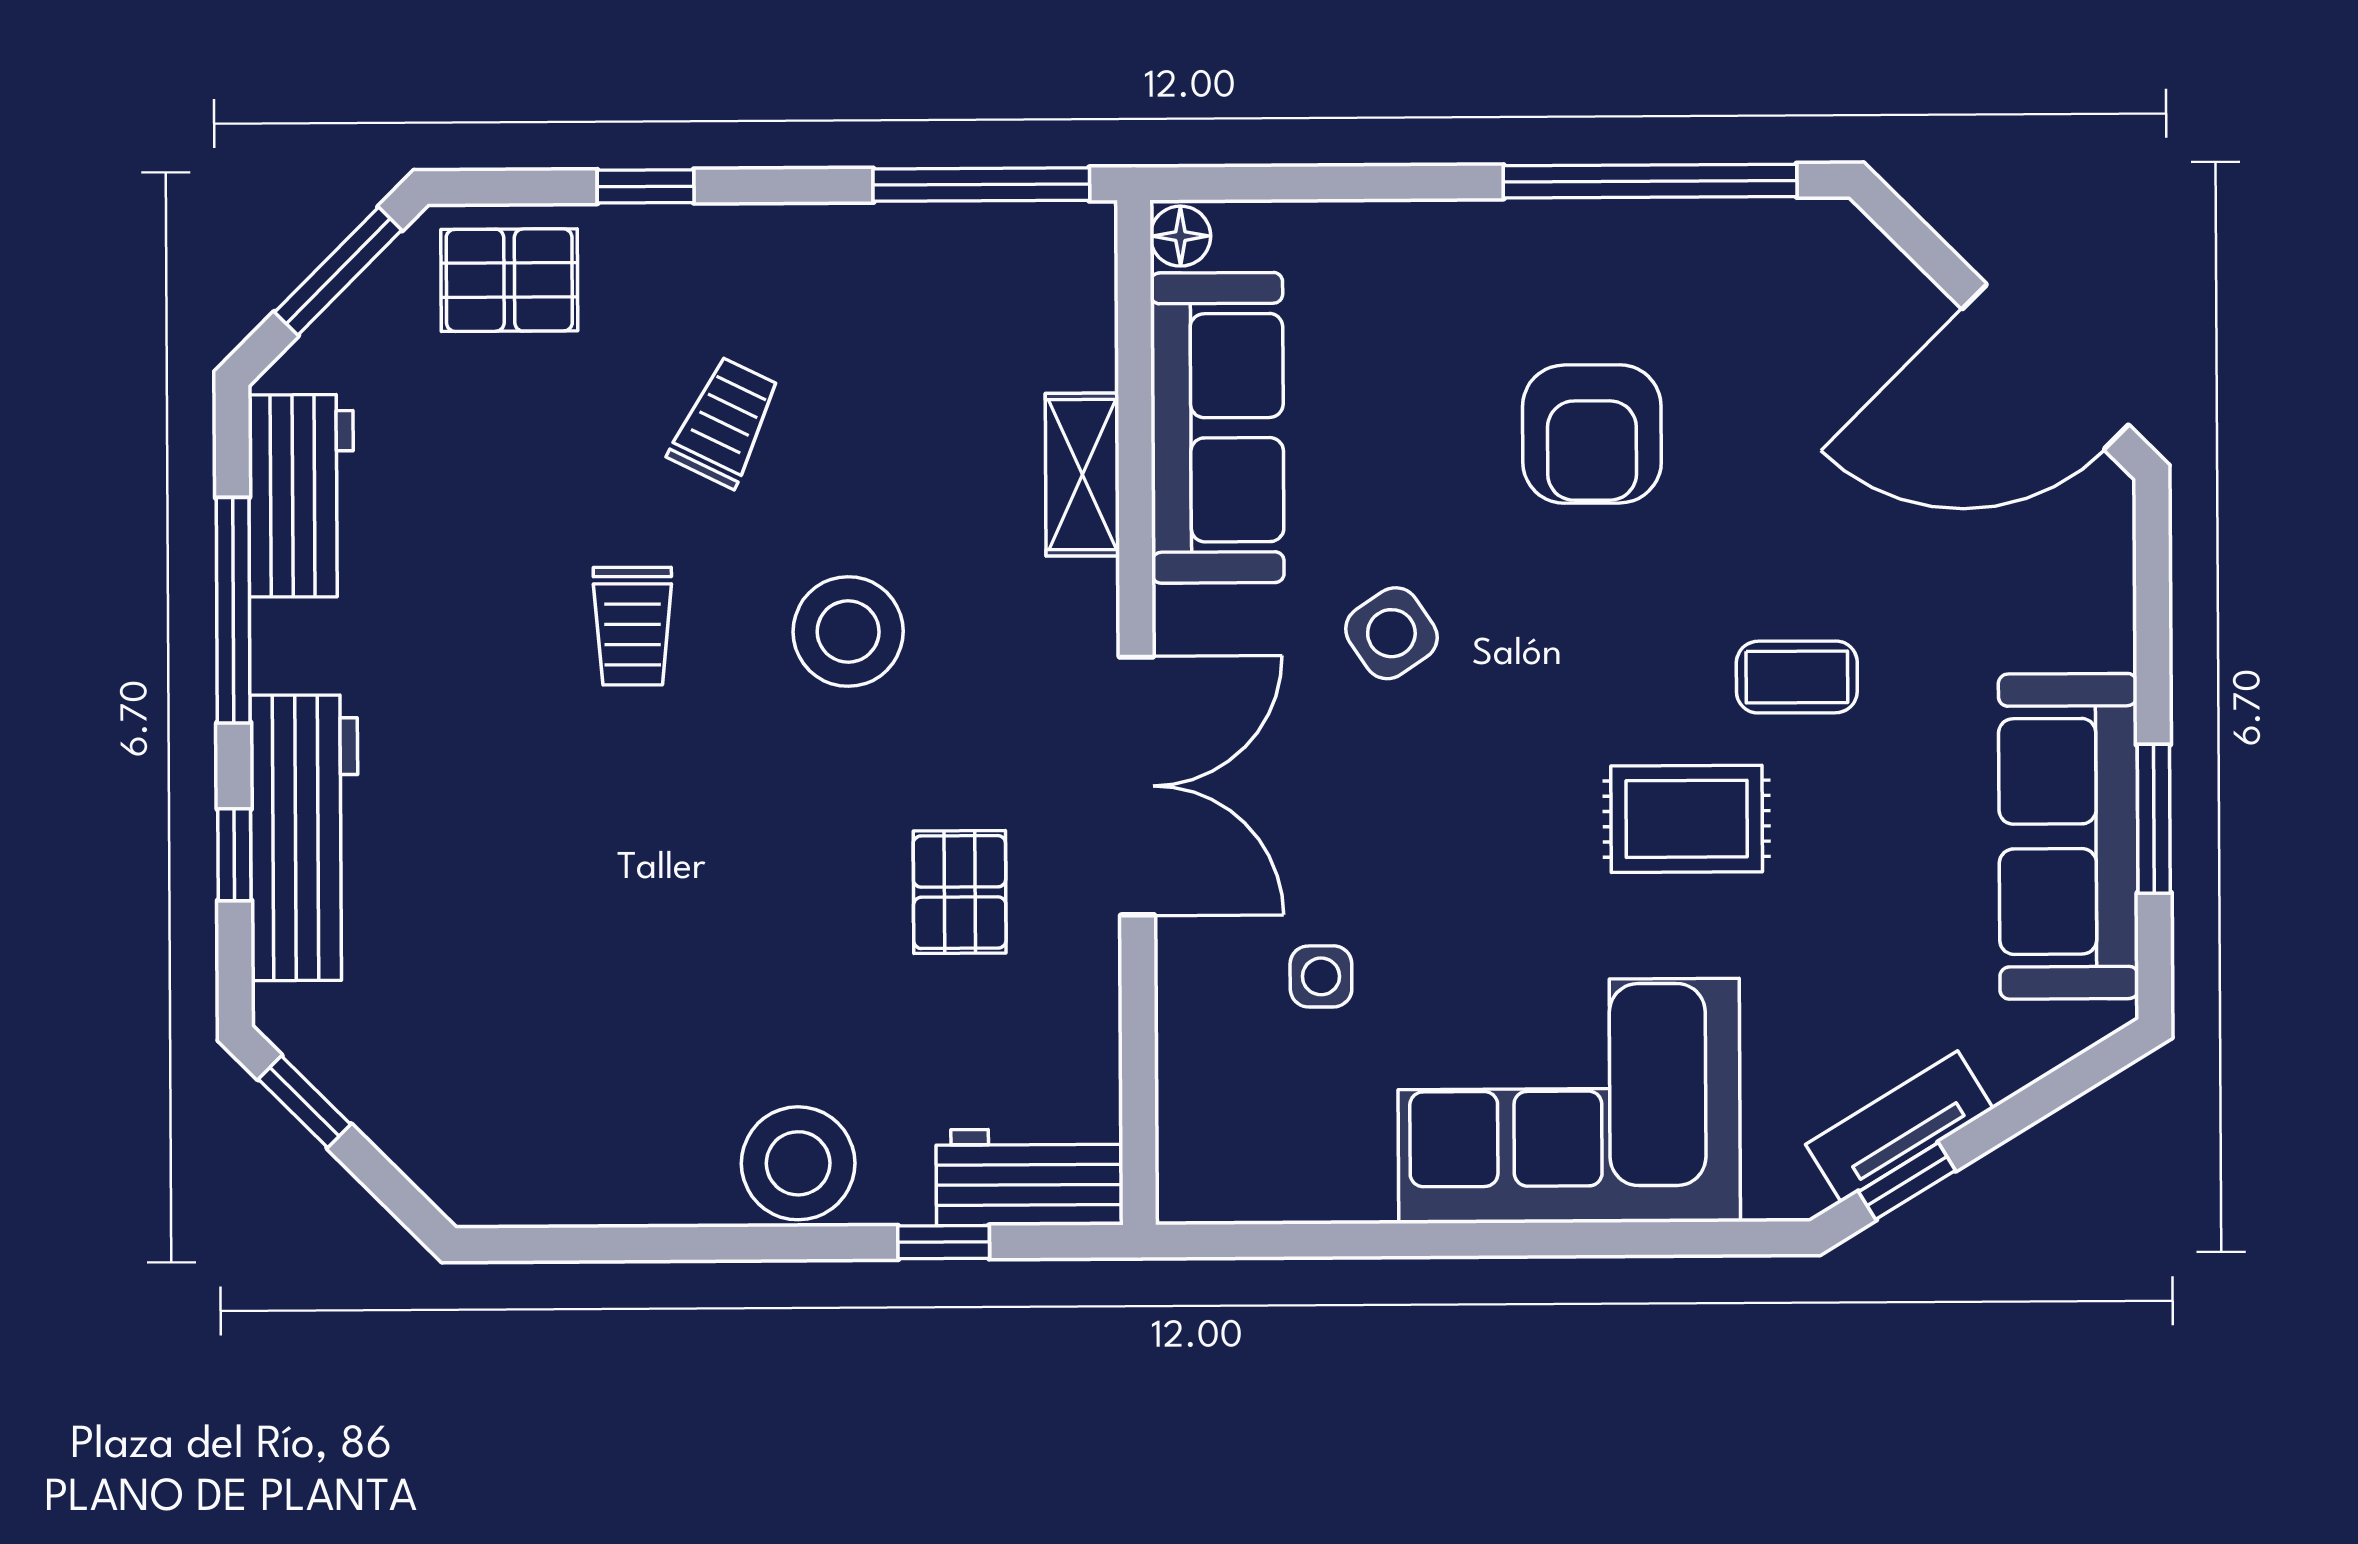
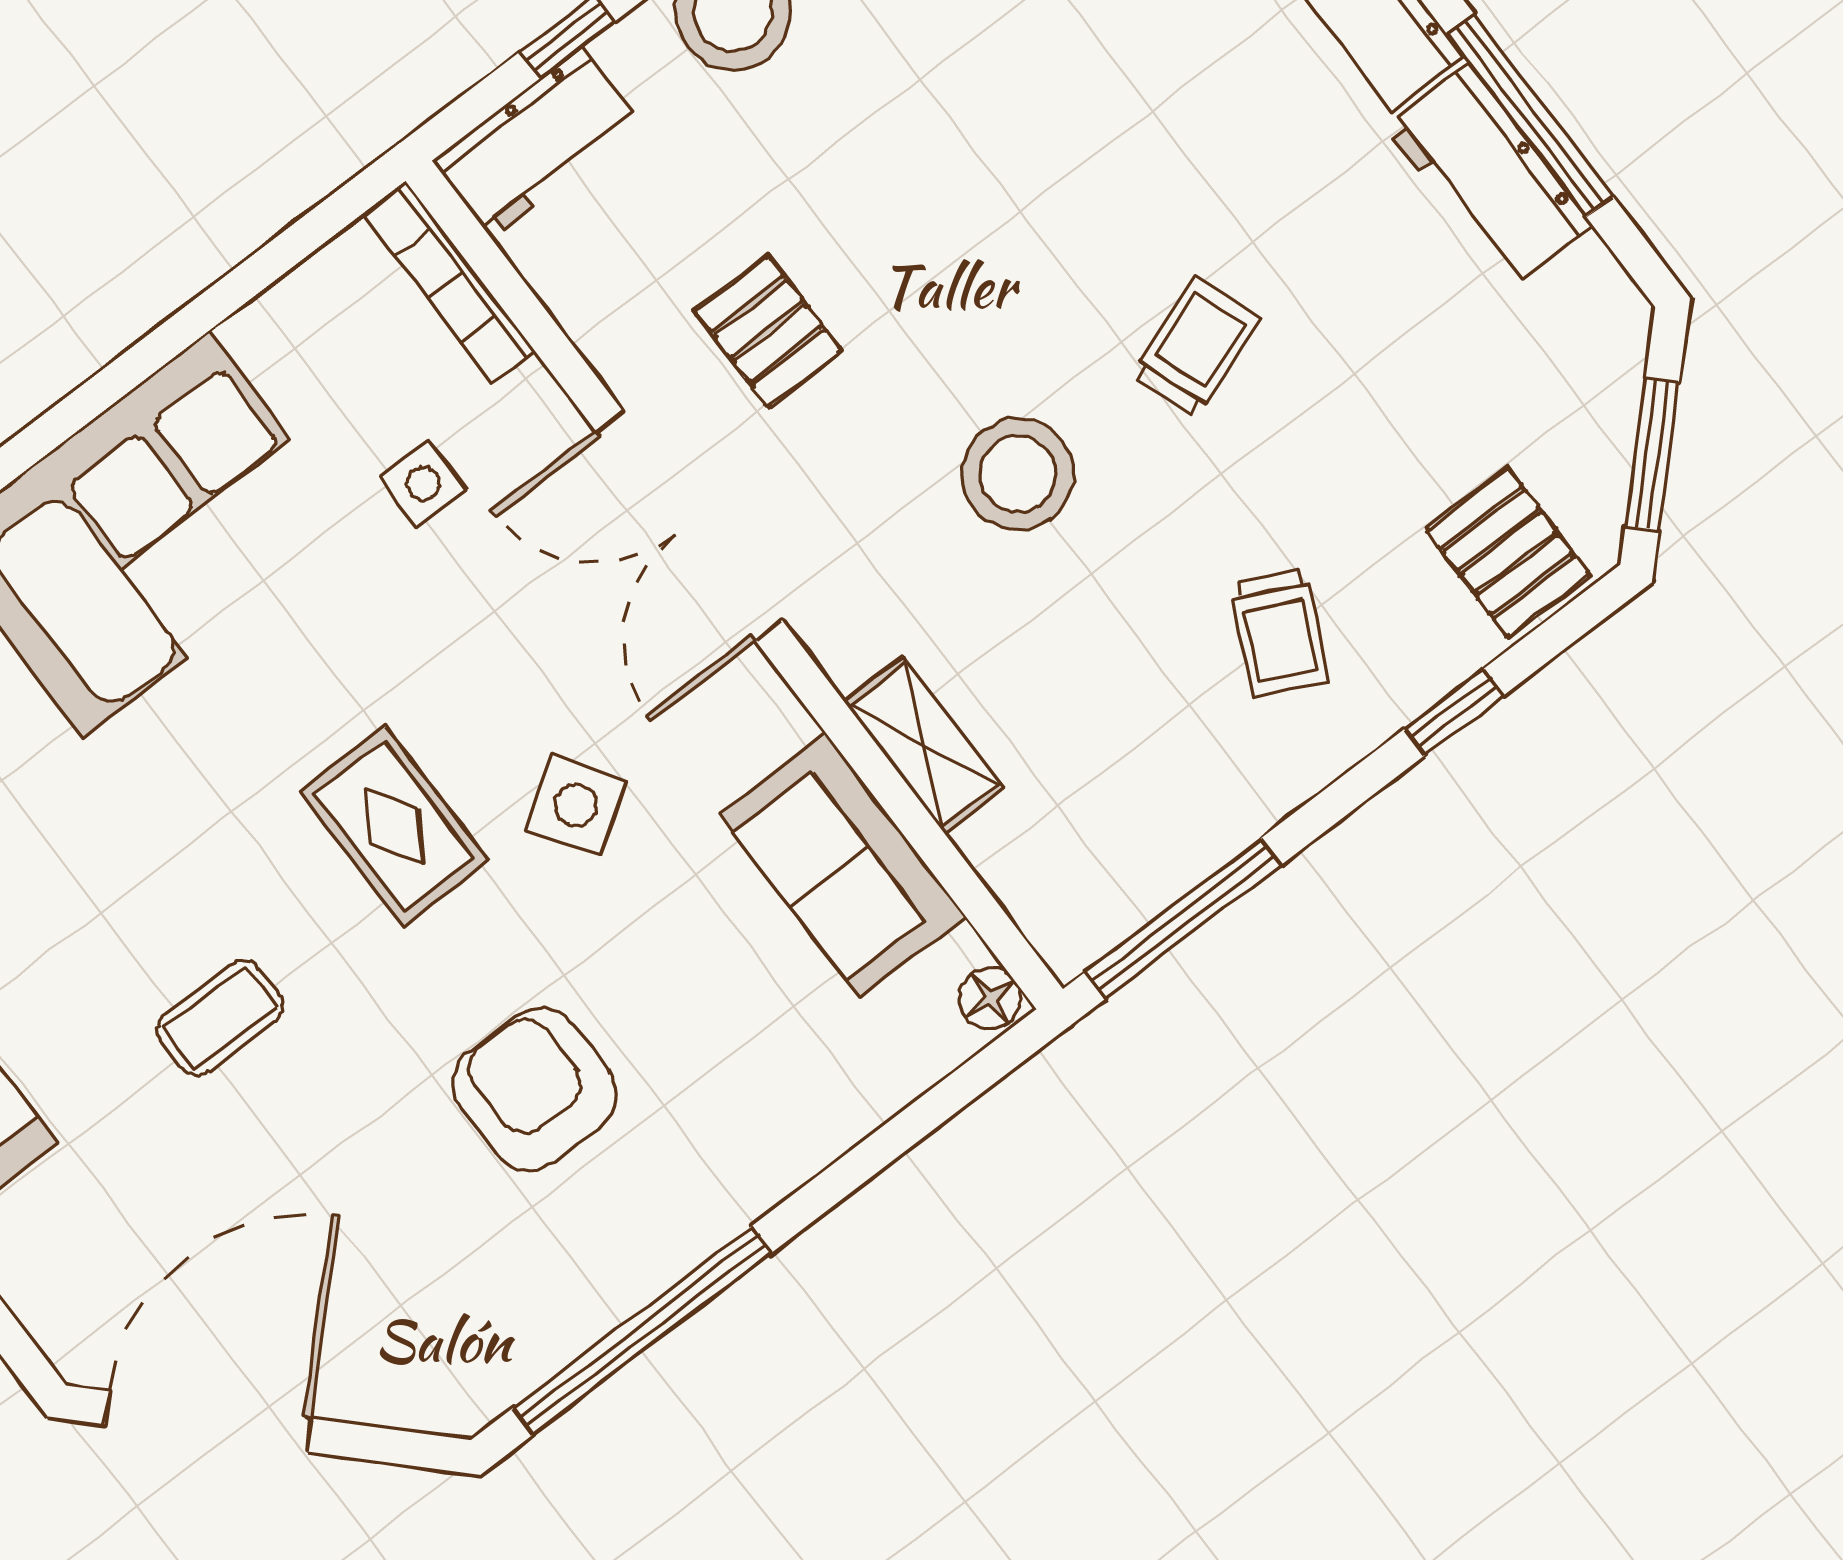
pallet: (509, 280) -> (1508, 552), turned 90
trolley: (725, 422) -> (1279, 633), moved
sofa: (1217, 428) -> (843, 865), width x0.73
workbench: (301, 496) -> (1489, 176), moved
trolley: (633, 626) -> (1196, 347), turned 70
rug: (1687, 819) -> (394, 826), moved, turned 90
bookcase: (1182, 1118) -> (449, 283), added

